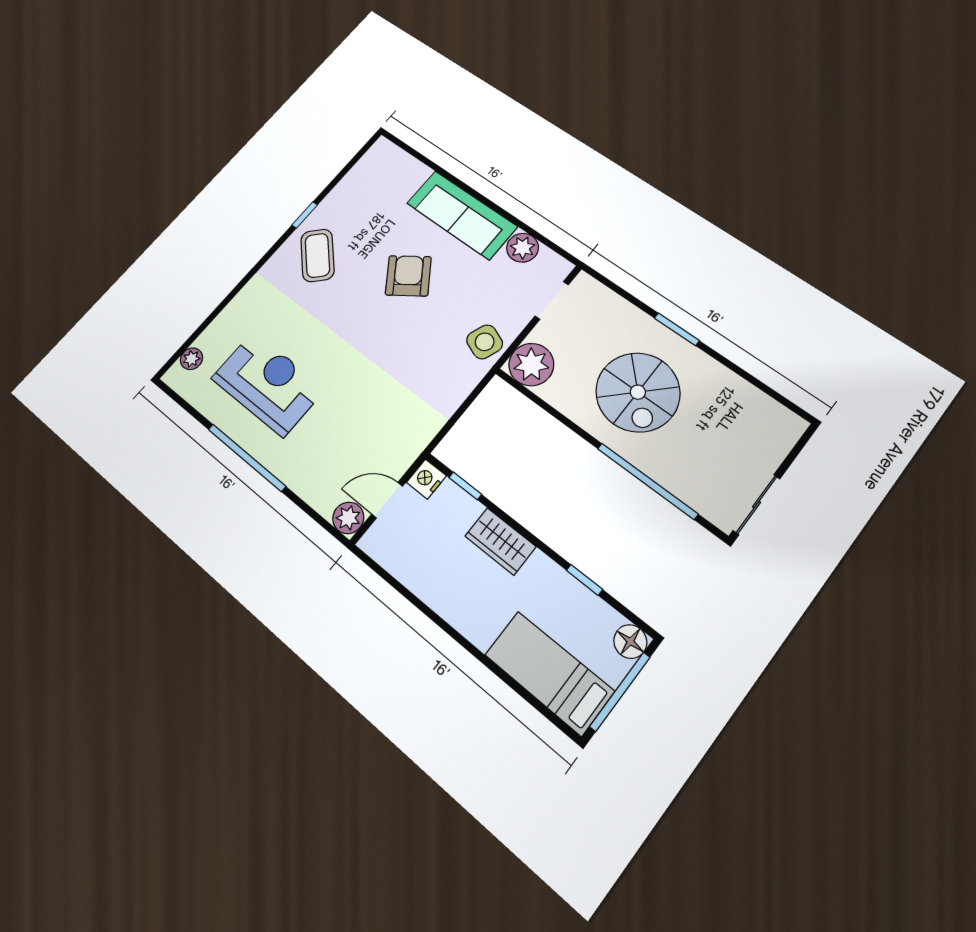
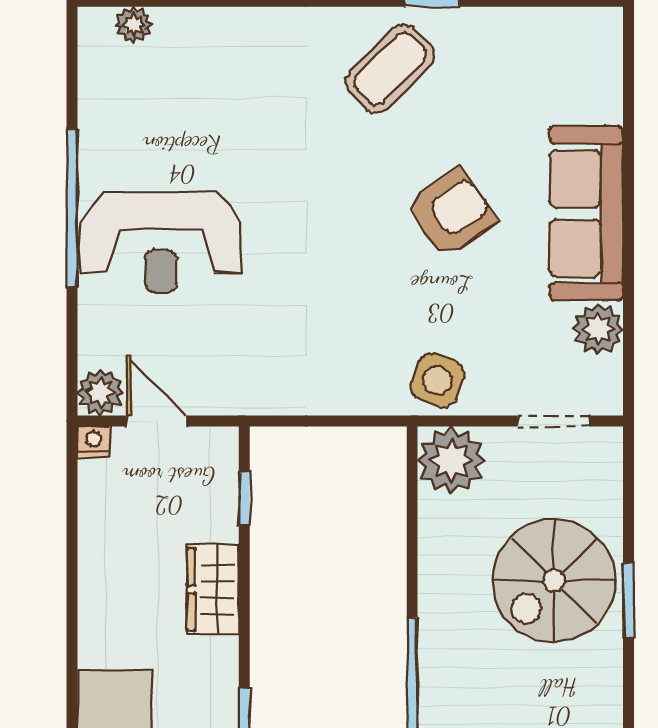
reception desk: (268, 383) -> (161, 242), moved, turned 90
spiral stairs: (638, 392) -> (554, 581), moved
nightstand: (426, 479) -> (93, 442), moved, width x0.72, depth x0.74

